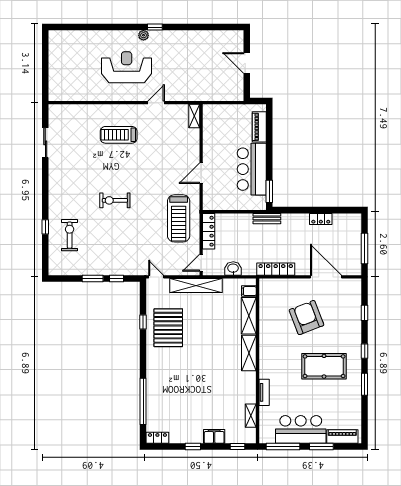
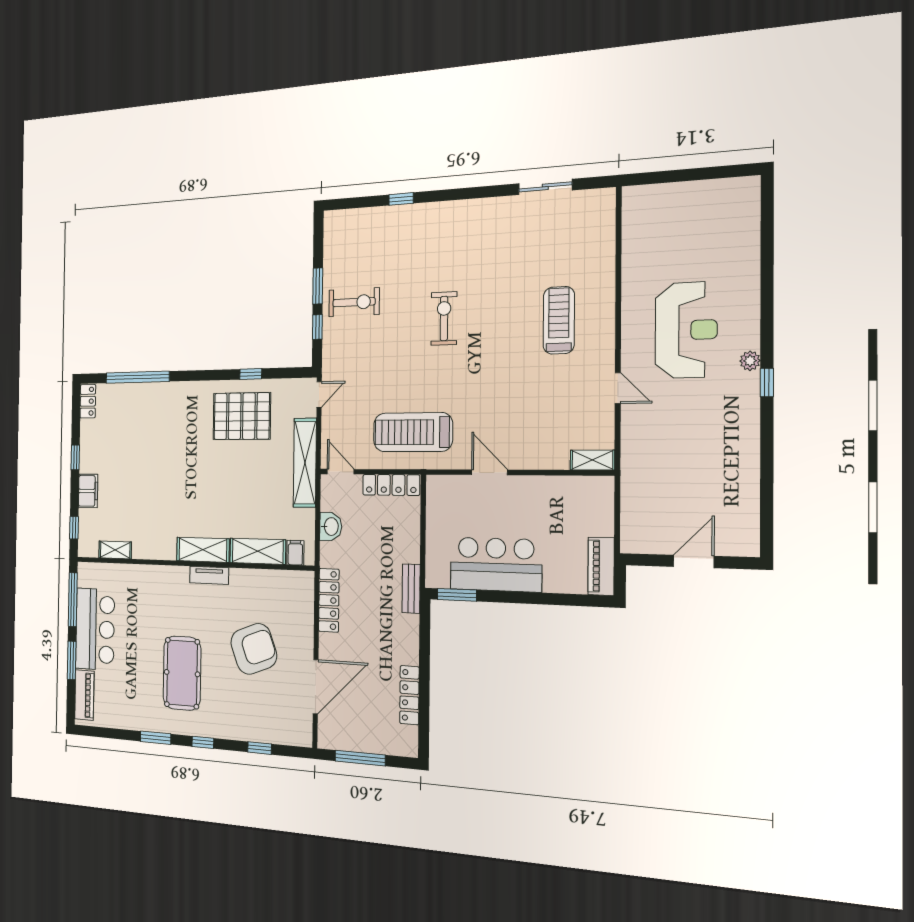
piano: (259, 127) -> (601, 566), moved, turned -90
locker: (321, 219) -> (409, 695), width x1.53
exercise bike: (70, 235) -> (354, 302), moved
tv unit: (264, 392) -> (209, 575), moved

